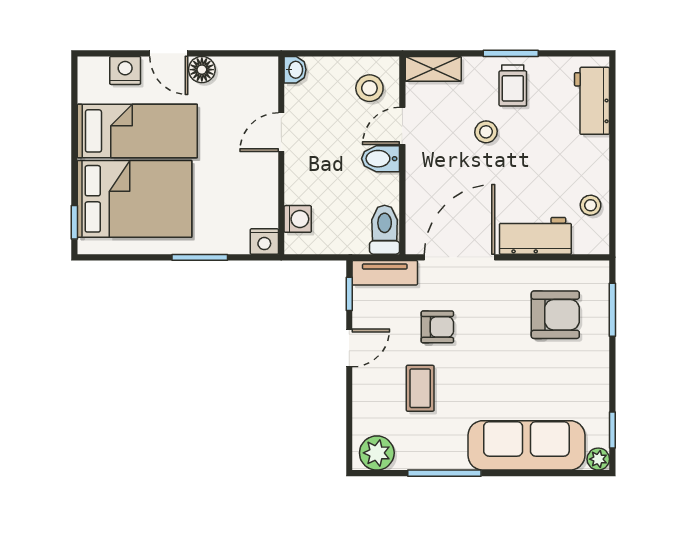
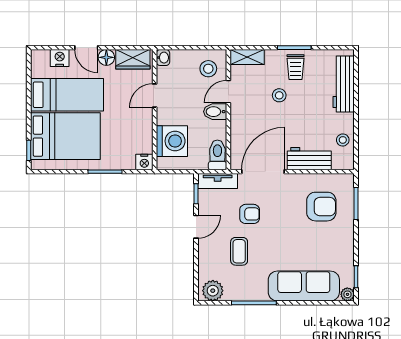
wardrobe: (245, 73) -> (133, 59), added
workbench: (592, 101) -> (344, 84), width x1.38
washing machine: (298, 219) -> (172, 141), width x1.89, depth x1.89

